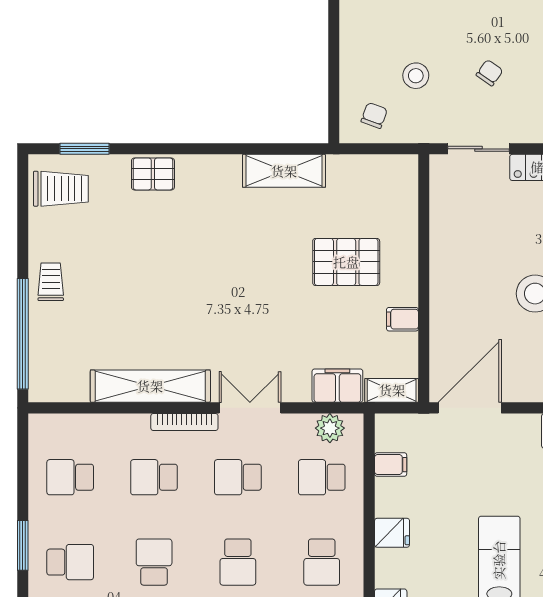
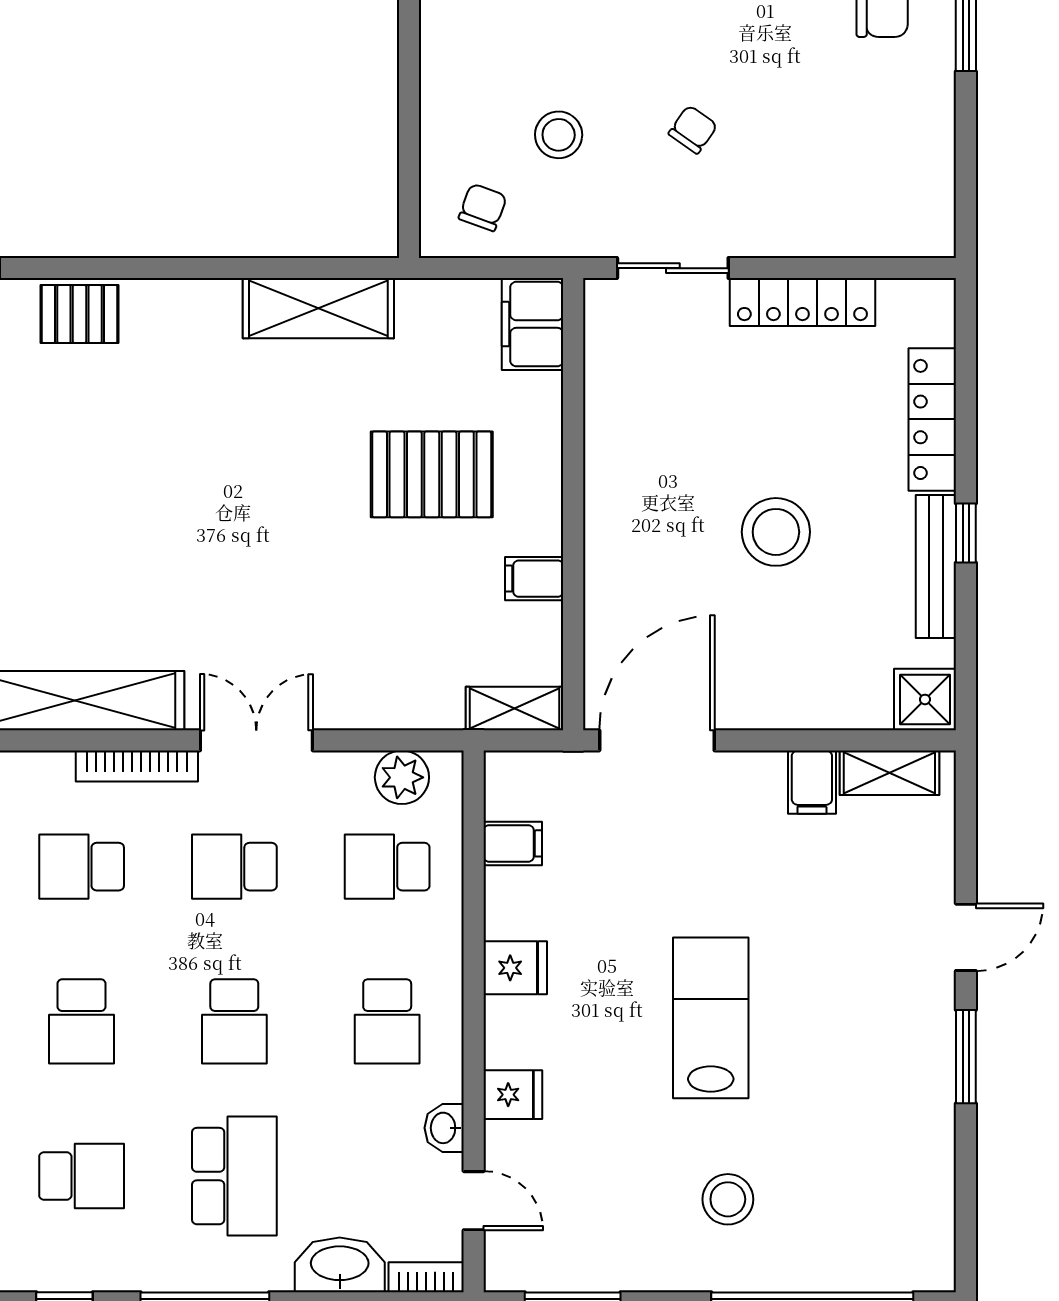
filing cabinet: (337, 386) -> (532, 324), moved, turned -90
school desk: (154, 562) -> (82, 1021), turned 180

